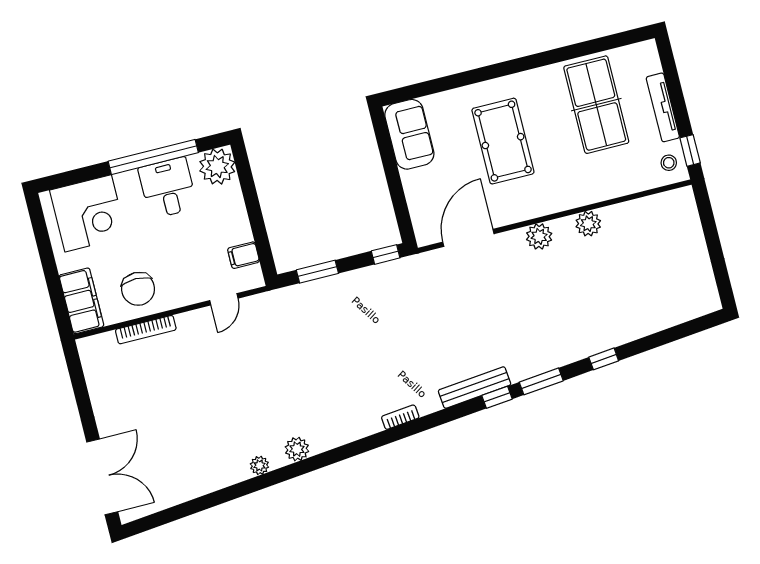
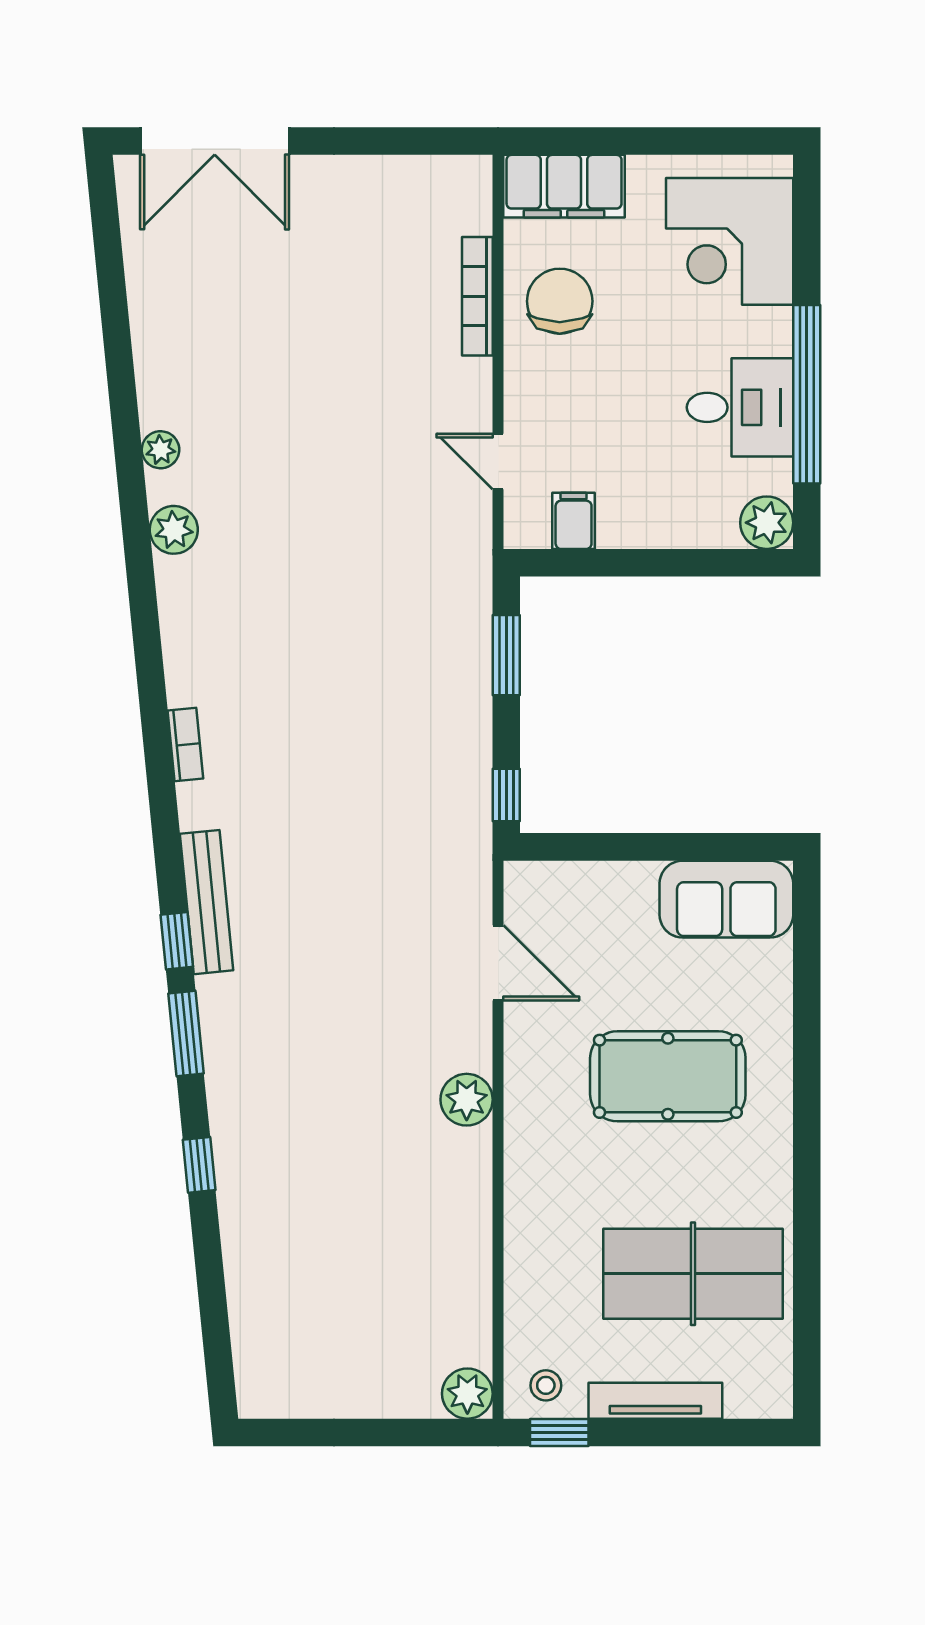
plant: (217, 167) -> (767, 523), width x0.73, depth x0.73
plant: (588, 224) -> (467, 1394), moved
door: (468, 238) -> (498, 963), width x0.73
chair: (138, 289) -> (560, 301), turned 90

